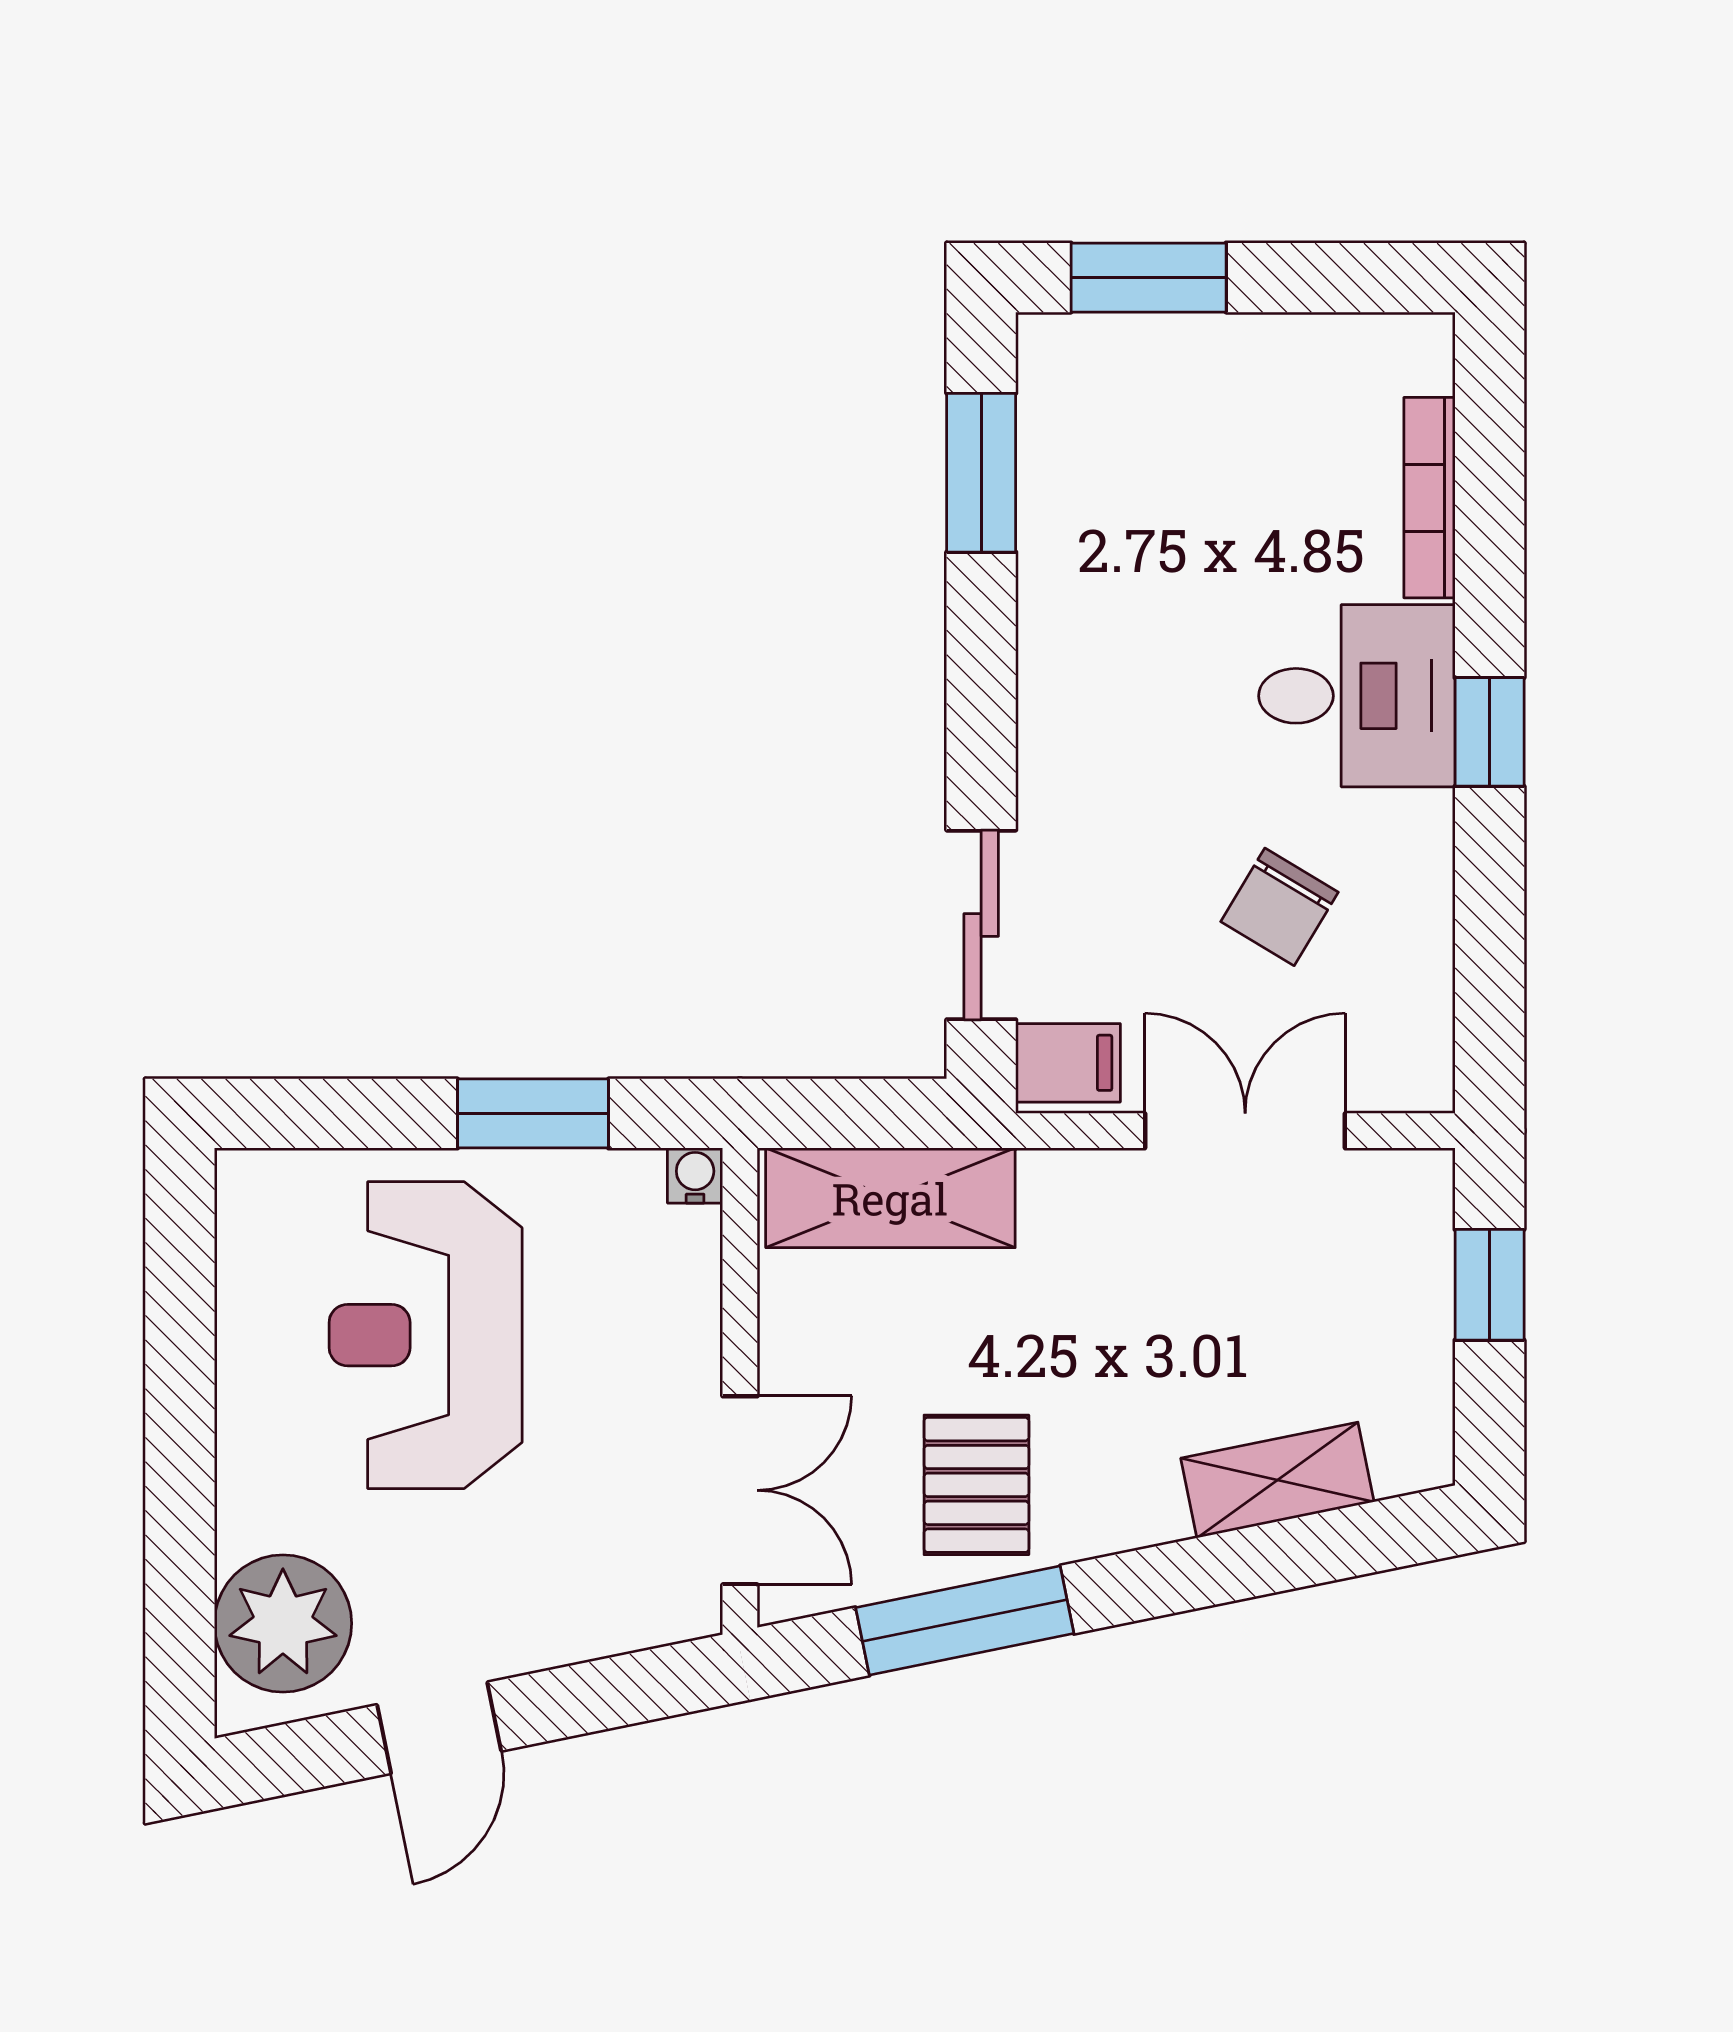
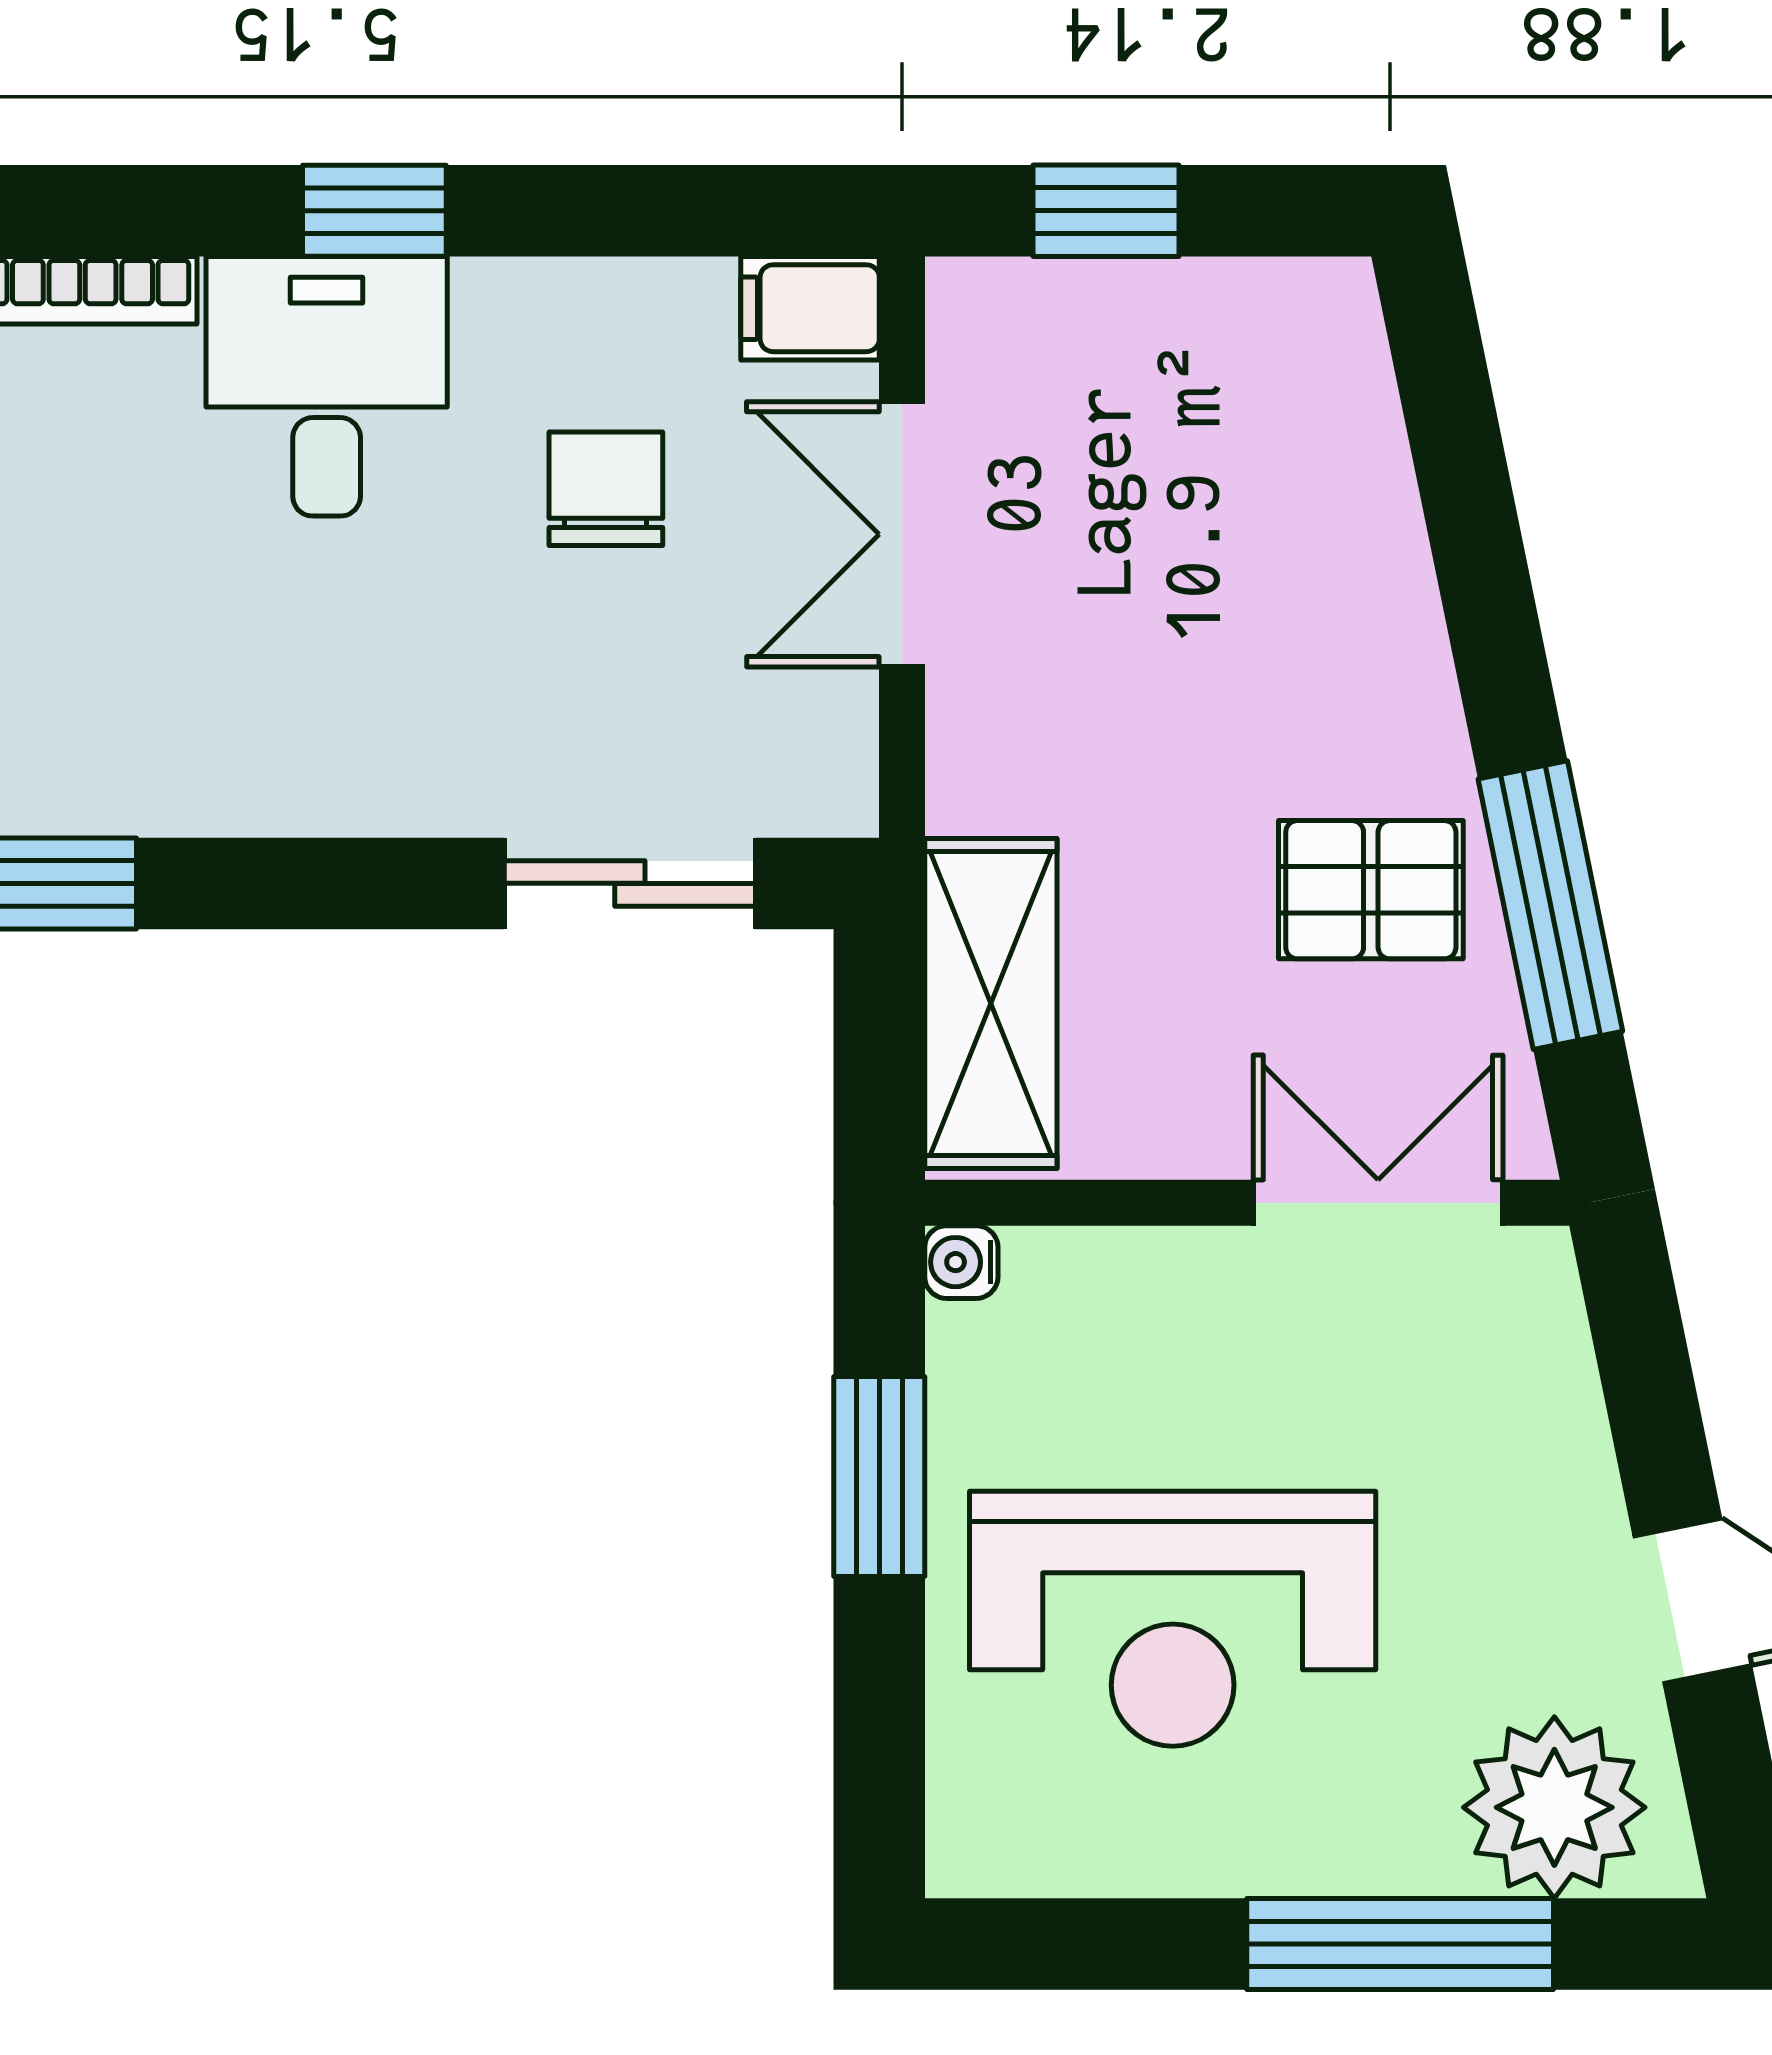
chair: (1279, 907) -> (606, 489), turned -121
filing cabinet: (1068, 1063) -> (810, 308), moved, turned -90
shelving: (1277, 1480) -> (1364, 491), removed
window: (180, 1507) -> (1400, 1944), added

